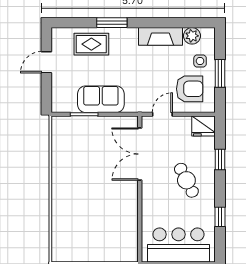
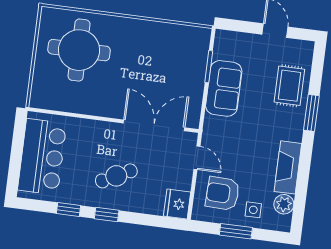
armchair: (190, 89) -> (222, 193), turned 92
window: (220, 159) -> (107, 214), moved
round table: (84, 226) -> (79, 50), added

